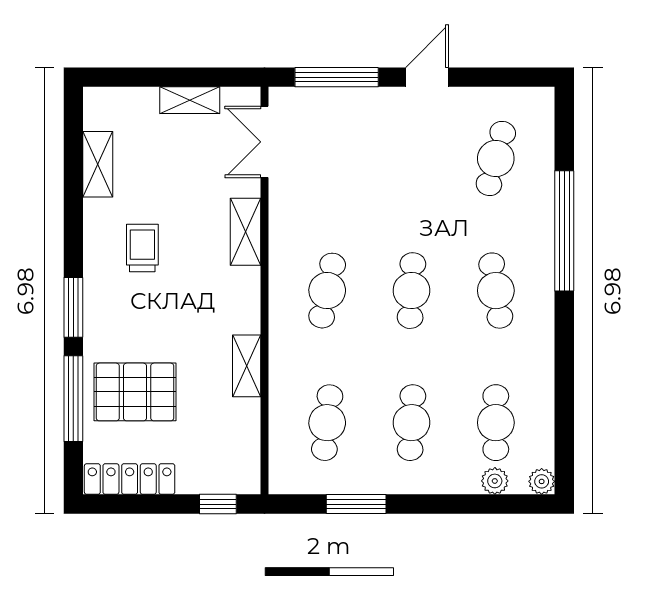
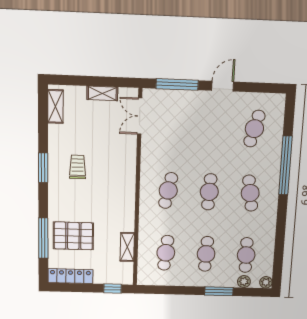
shelving: (98, 164) -> (55, 106), moved
shelving: (245, 232) -> (129, 161), removed
window: (73, 307) -> (43, 168), moved
shelving: (247, 366) -> (127, 247), moved
window: (356, 504) -> (219, 291), moved

